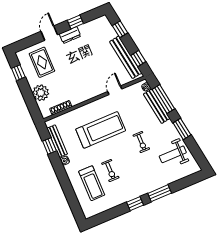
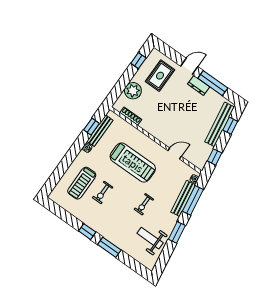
window: (75, 22) -> (213, 83), width x2.17
bench: (126, 57) -> (220, 124), moved

